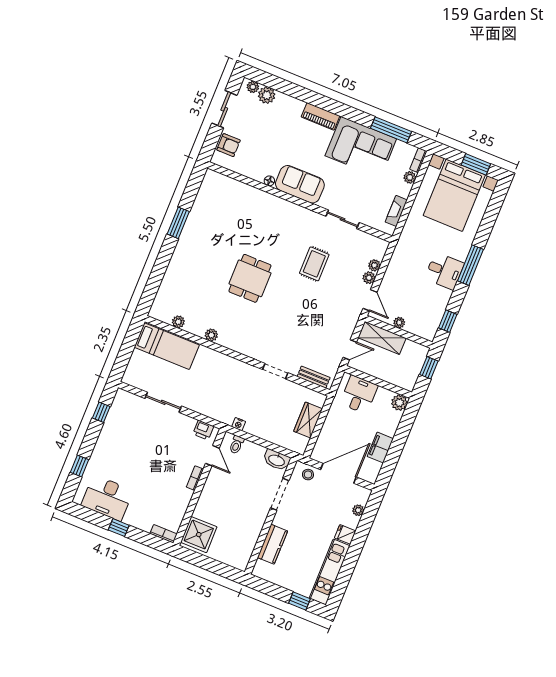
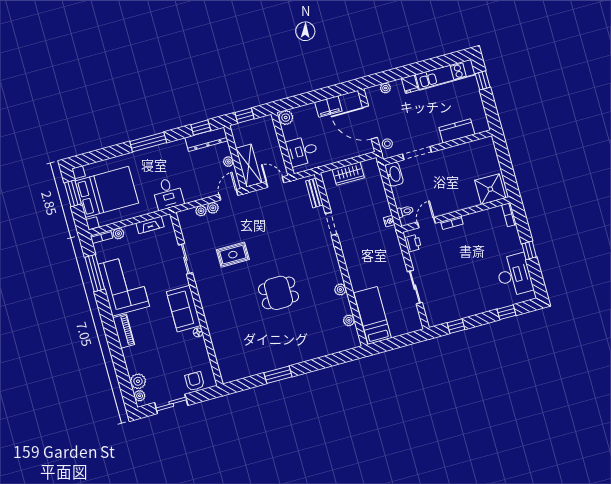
desk: (444, 271) -> (168, 194), moved, turned 180
dresser: (434, 318) -> (206, 139), added

